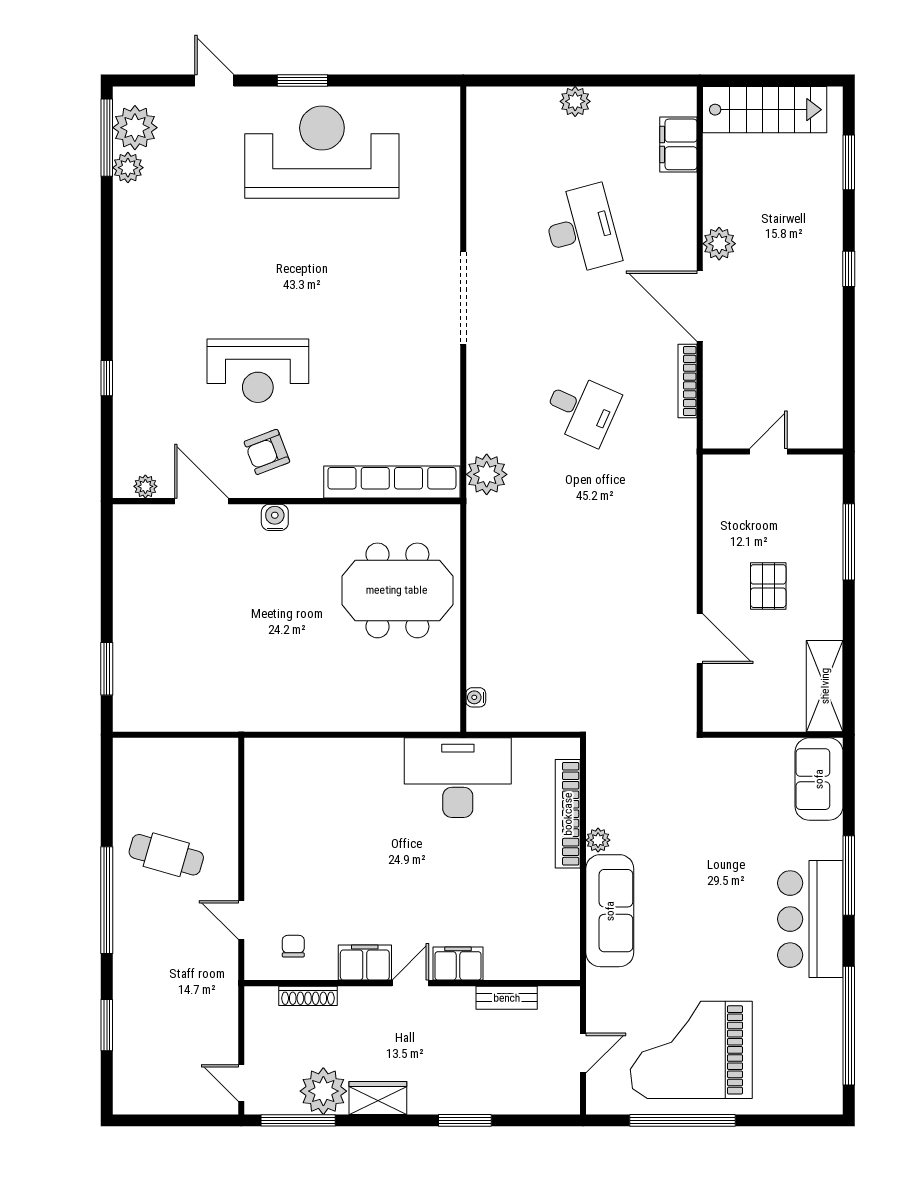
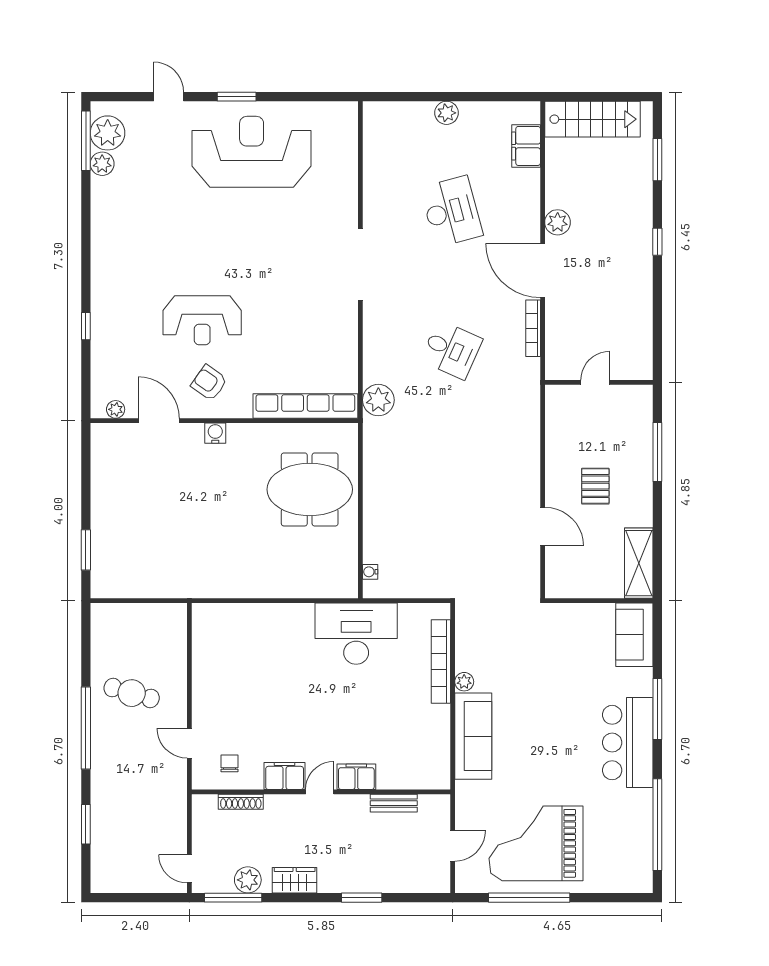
armchair: (267, 452) -> (209, 383), turned 56
plant: (323, 1091) -> (248, 880), width x0.73, depth x0.73

